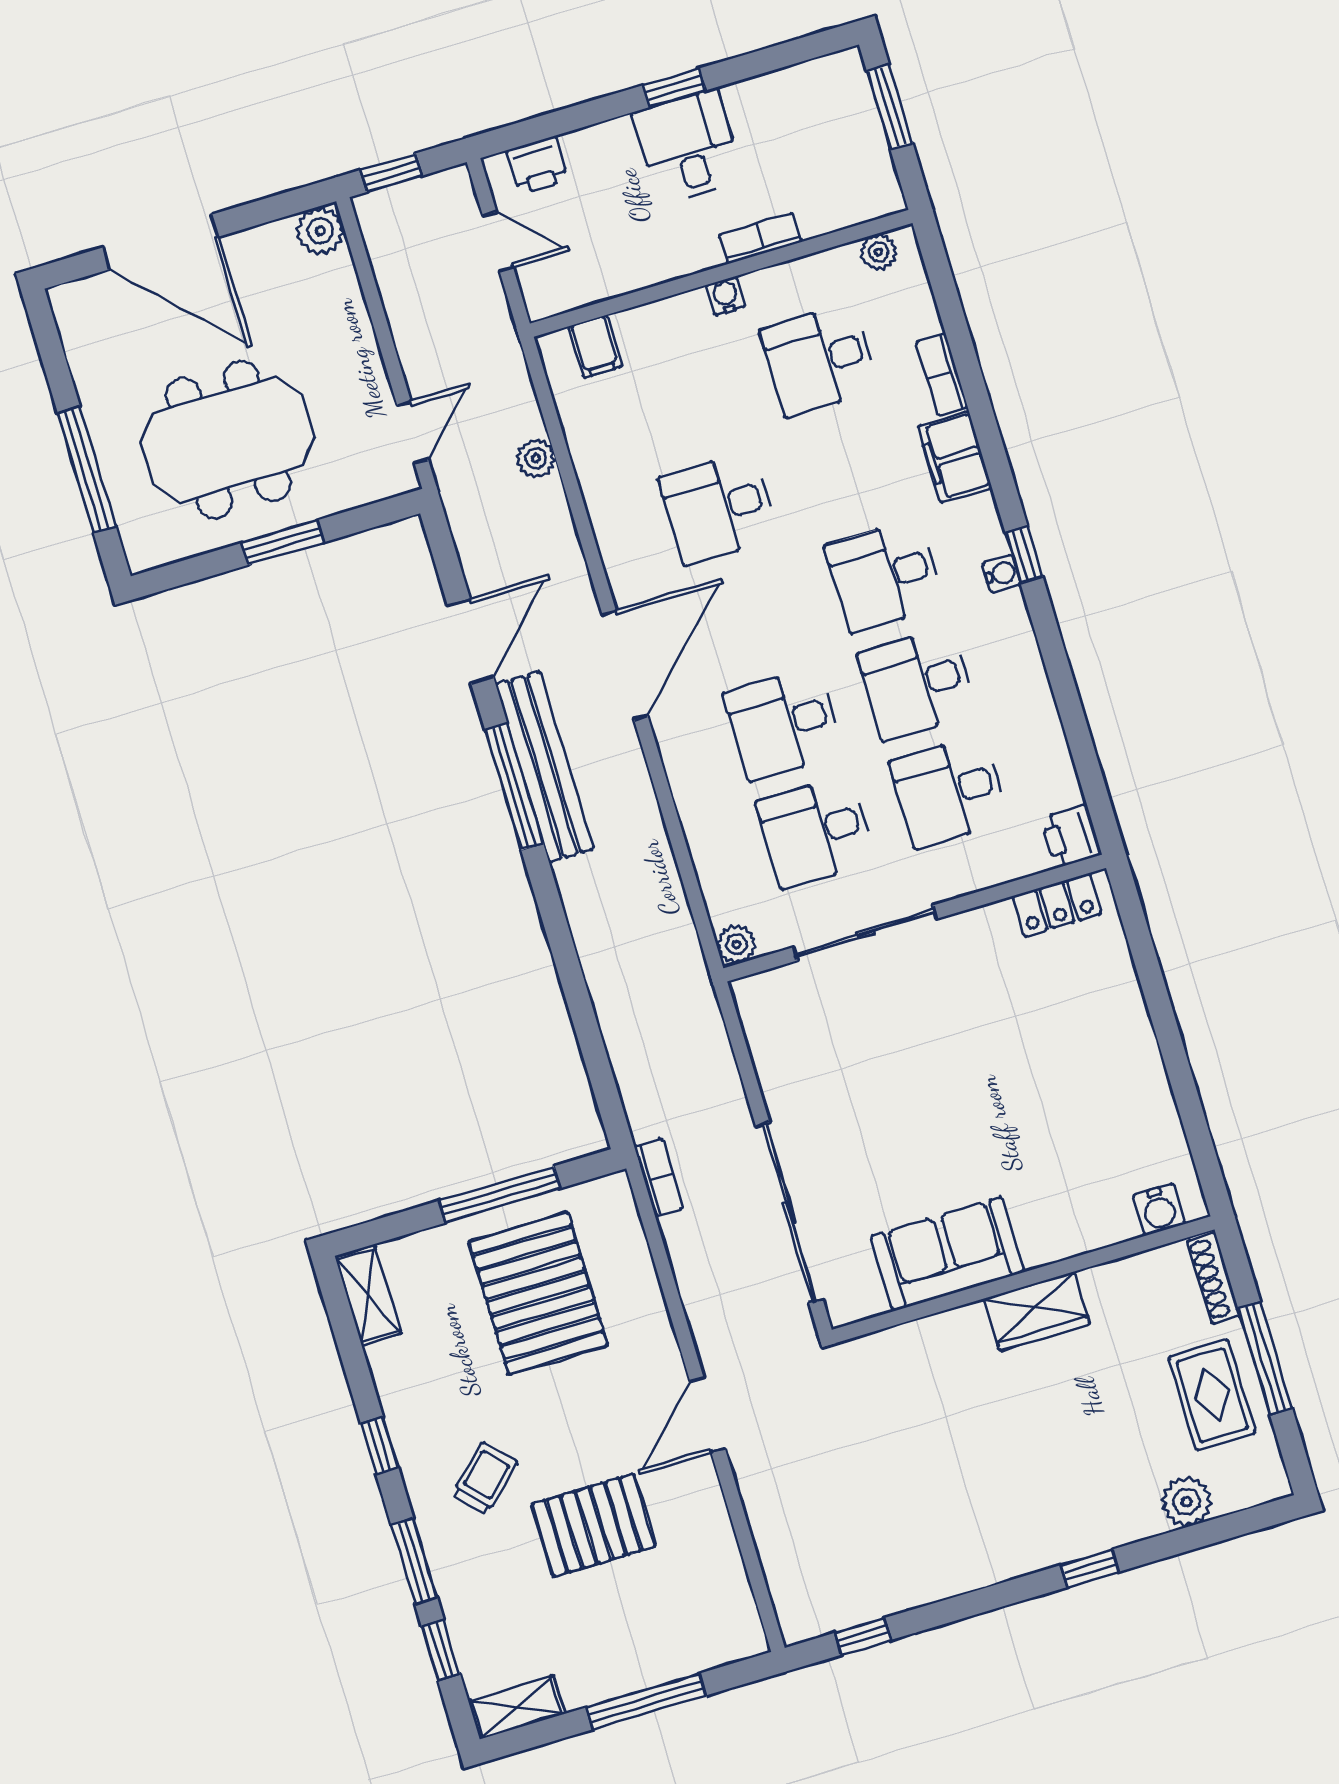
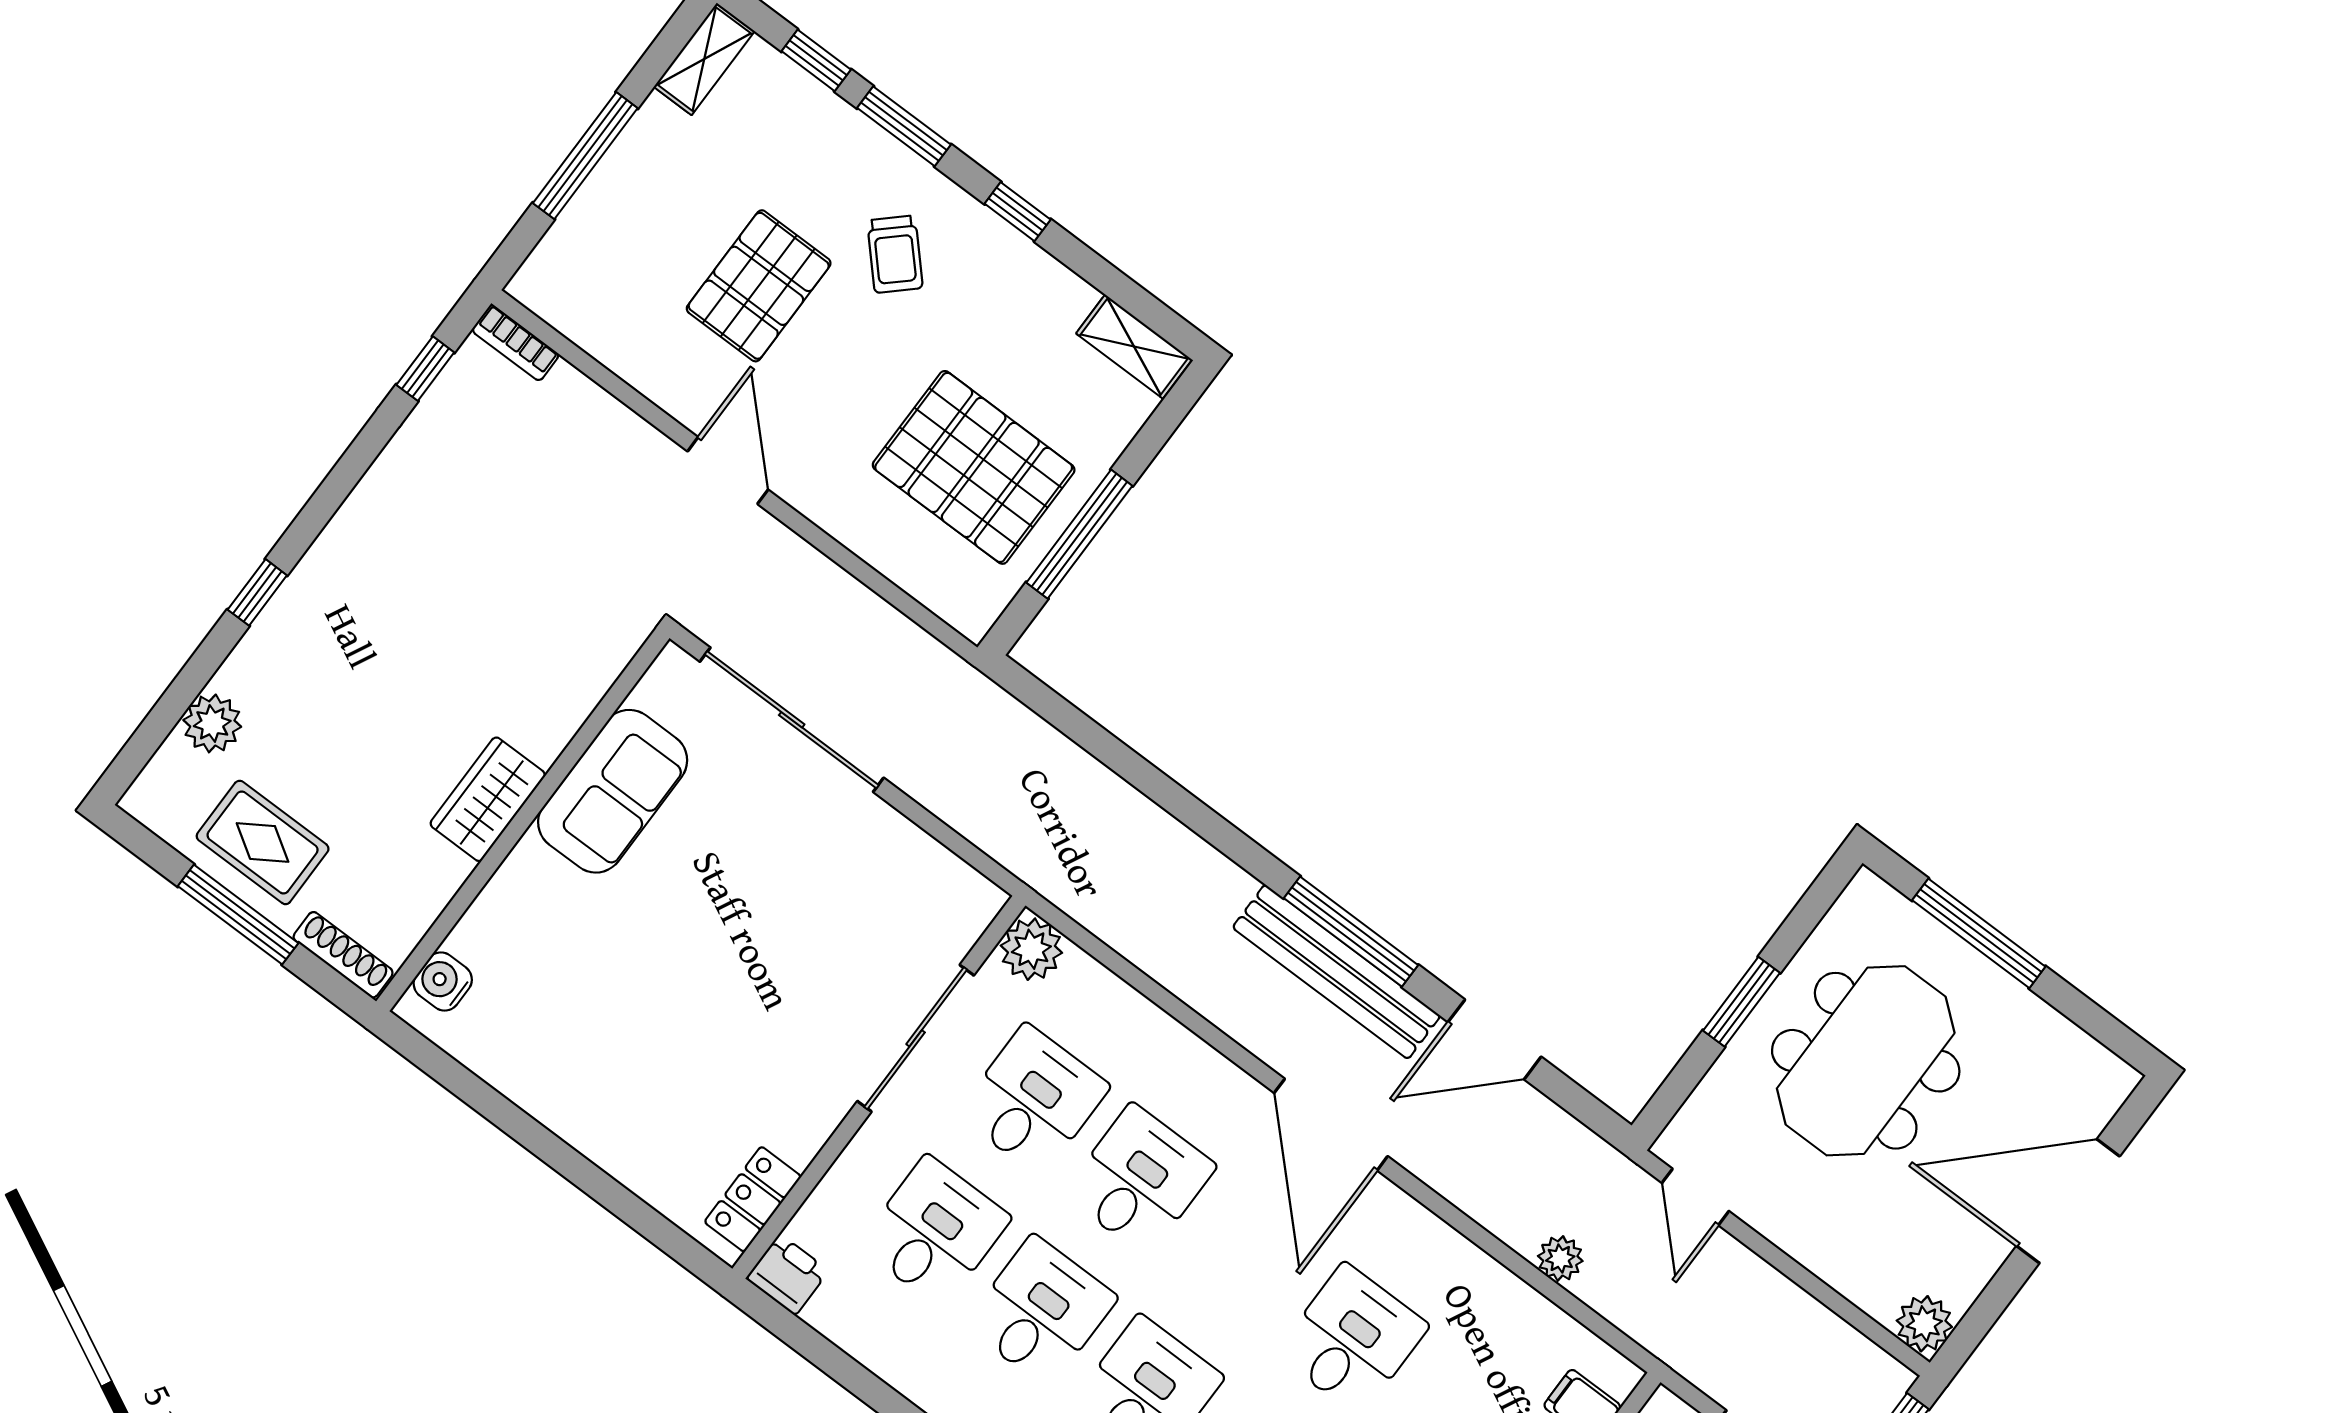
door: (471, 641) -> (1495, 1039), hinge flipped
plant: (736, 944) -> (1031, 949), width x1.38, depth x1.38
bookcase: (659, 1177) -> (515, 343), moved

